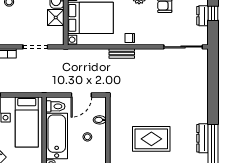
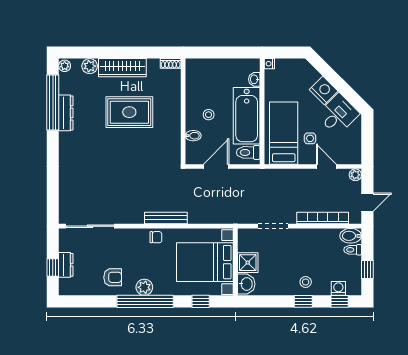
bench: (122, 54) -> (166, 218), width x1.36

